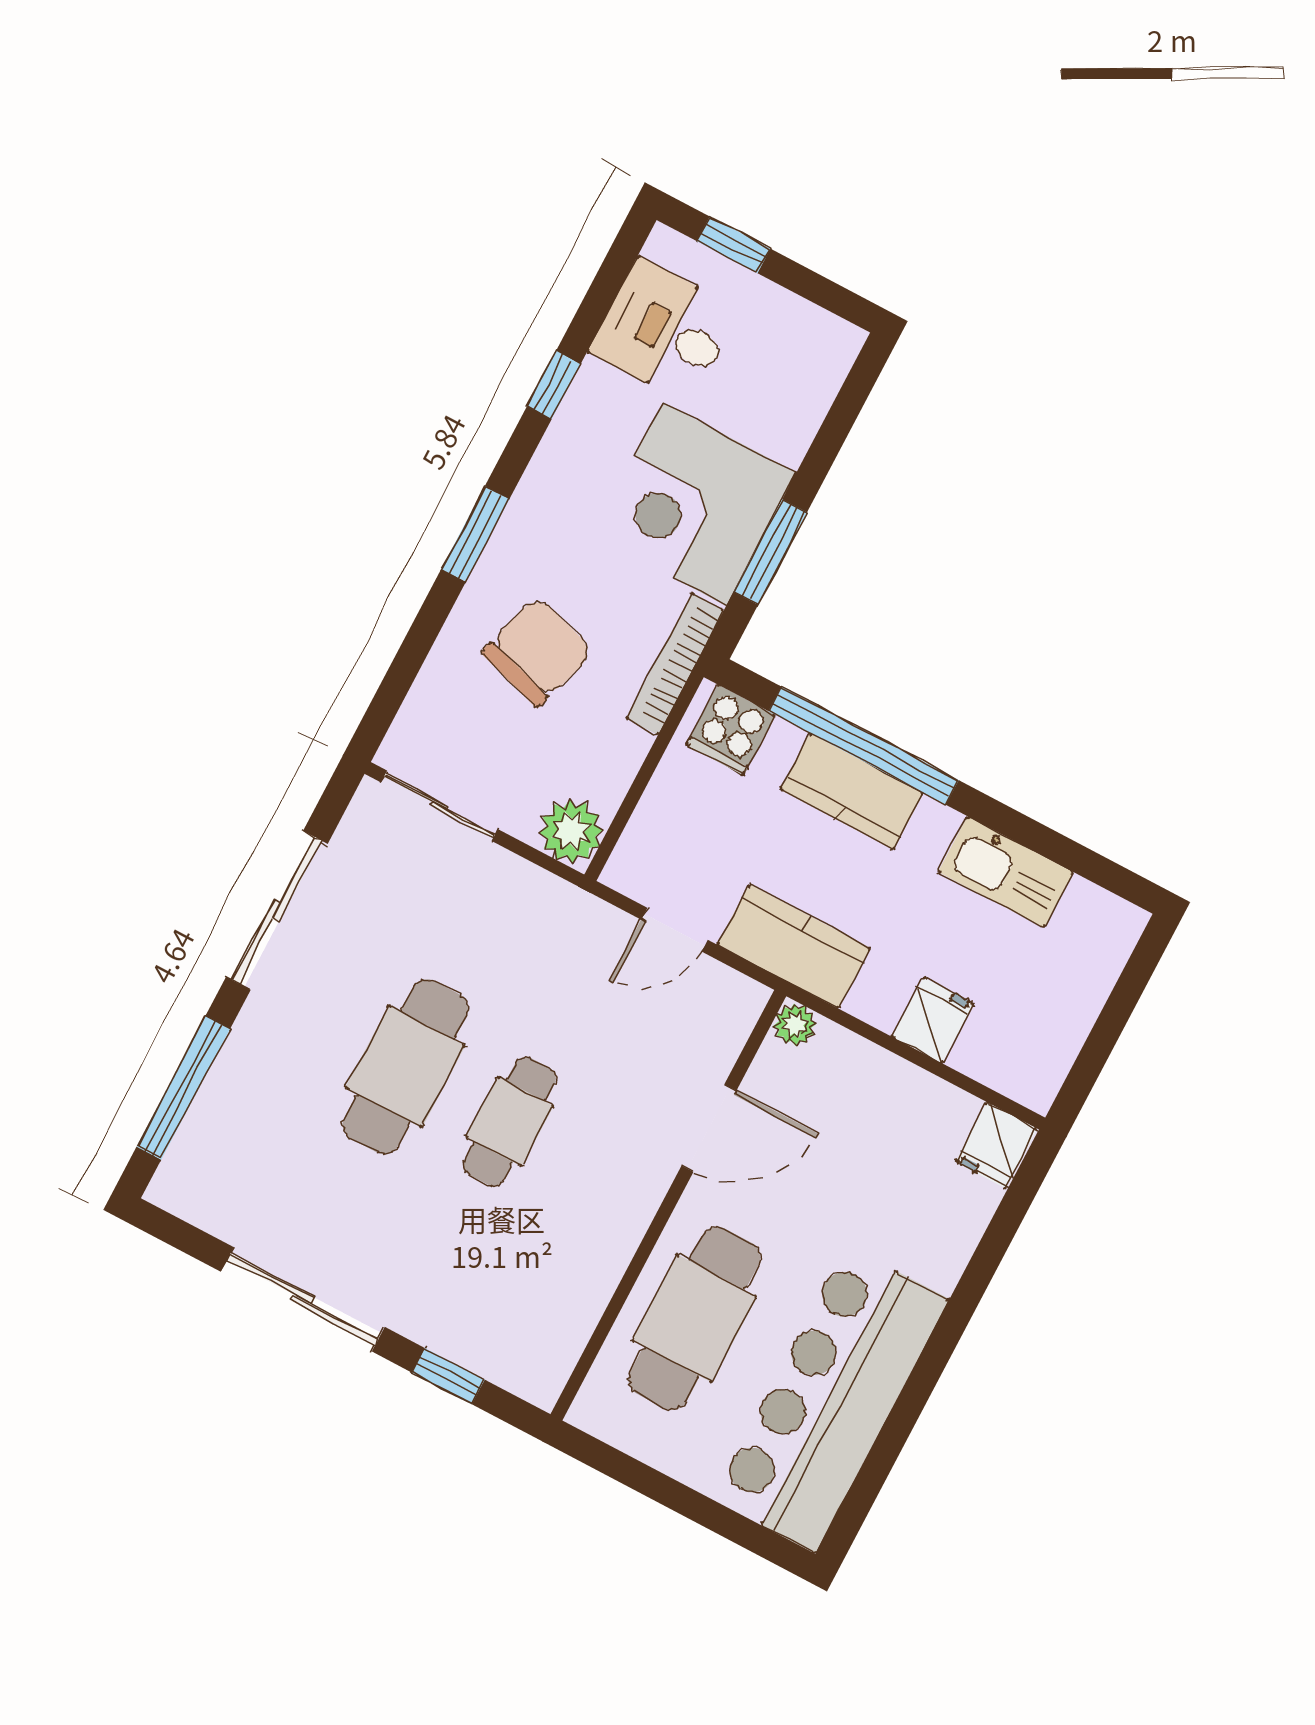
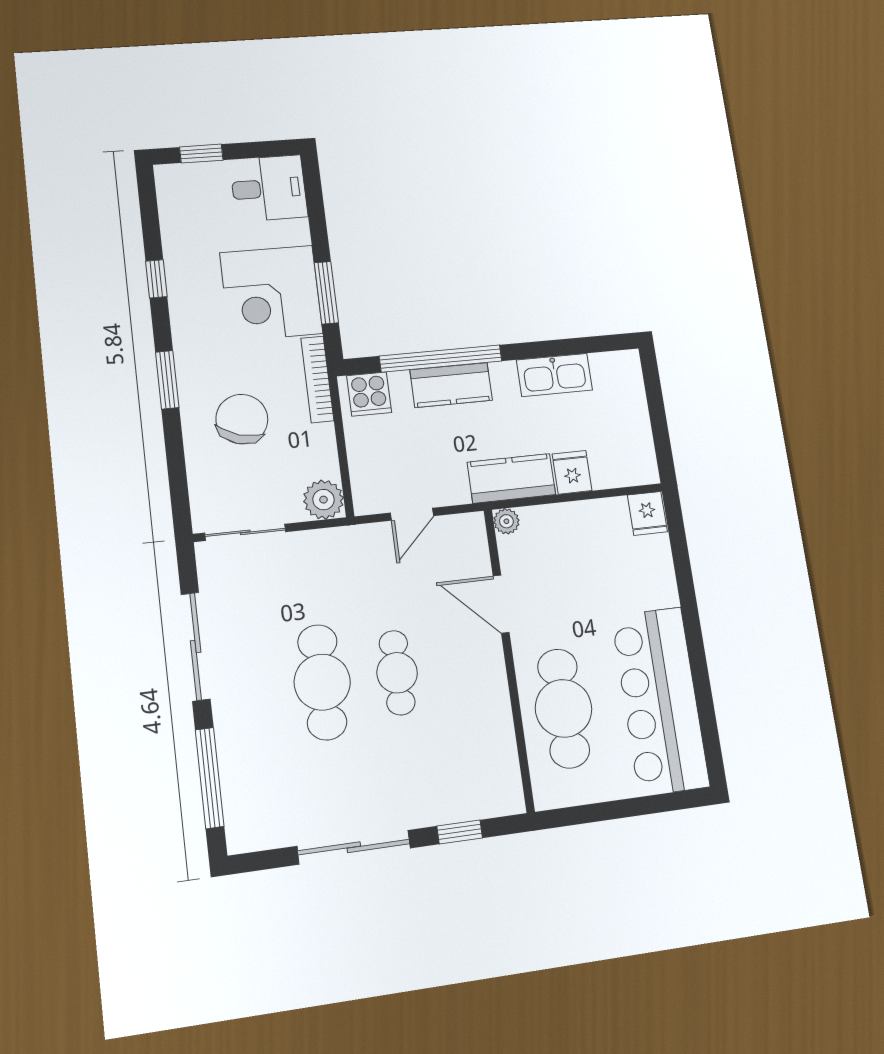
desk: (664, 331) -> (269, 188), moved, turned 180
kitchen counter: (794, 946) -> (511, 478), moved
door: (709, 1128) -> (501, 604), swing flipped

